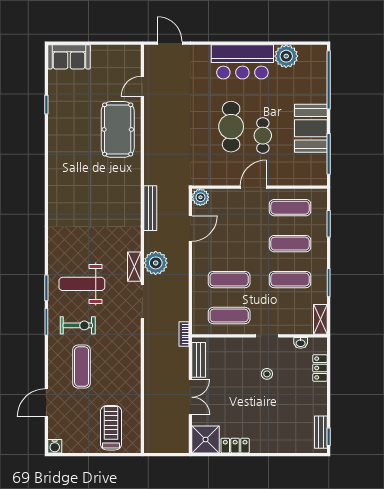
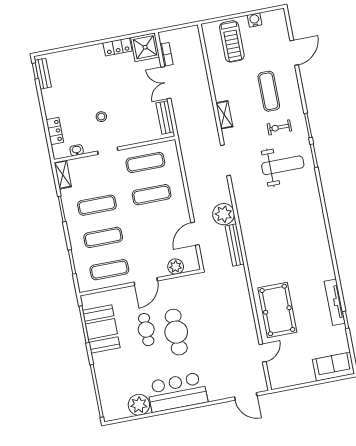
tv unit: (55, 126) -> (335, 302), added
booth: (311, 128) -> (101, 329), moved
plant: (200, 197) -> (176, 267), moved
plant: (156, 263) -> (224, 214), moved
shelving: (134, 267) -> (224, 115), moved
exercise bike: (78, 325) -> (279, 127), width x0.73, depth x0.72
bookcase: (184, 334) -> (166, 54), moved
water cooler: (55, 446) -> (255, 20), moved

